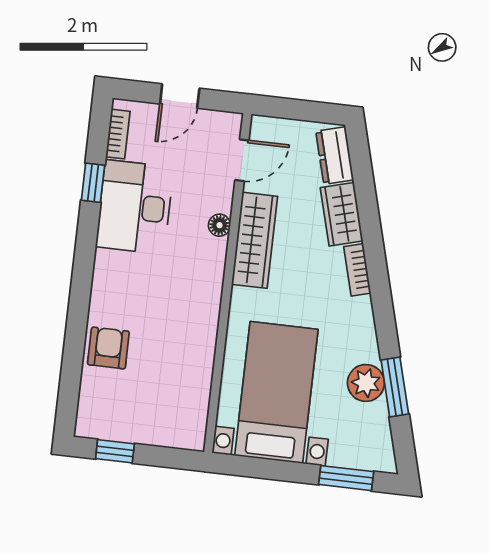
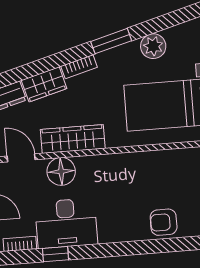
floor lamp: (219, 225) -> (61, 171), width x1.89, depth x1.89
window: (395, 387) -> (111, 41), moved

